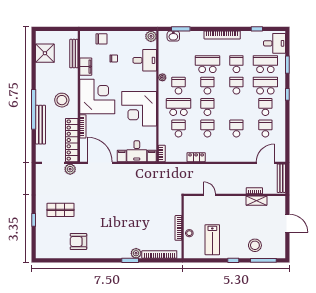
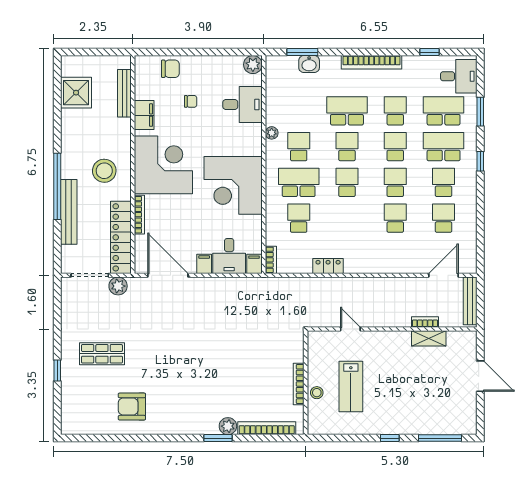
washbasin: (173, 36) -> (309, 64), moved
school desk: (207, 129) -> (395, 182), moved
lab bench: (212, 240) -> (351, 386), moved
stool: (255, 245) -> (426, 413), removed

